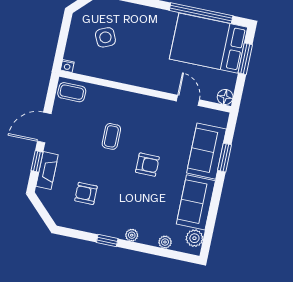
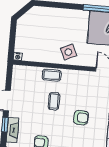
side table: (105, 37) -> (68, 52), moved
coffee table: (72, 92) -> (52, 75), moved

